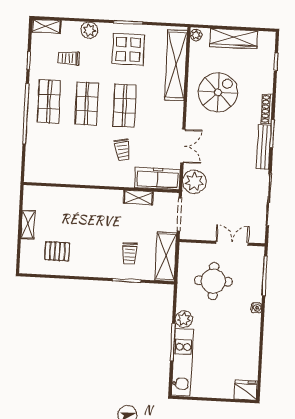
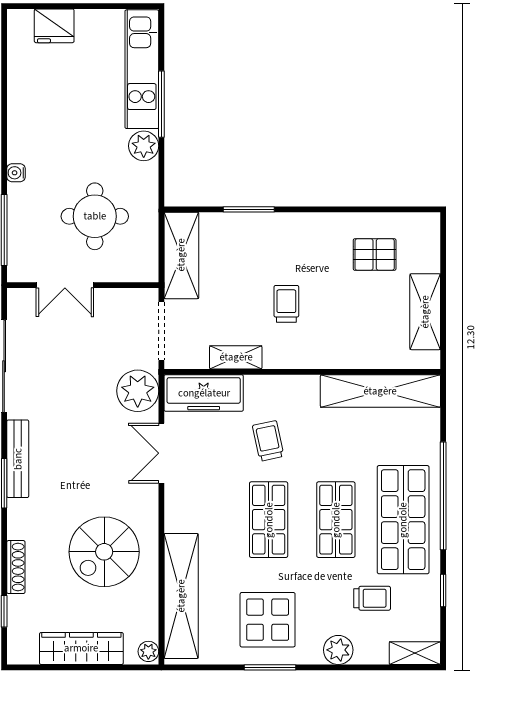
shop shelf: (49, 102) -> (403, 520), width x1.43, depth x1.36
shoe rack: (267, 109) -> (16, 567), moved
shelving: (58, 174) -> (380, 391), added
shelving: (28, 225) -> (425, 312), width x1.50, depth x1.33
trolley: (130, 253) -> (286, 304), moved
fridge: (246, 390) -> (54, 26), moved

